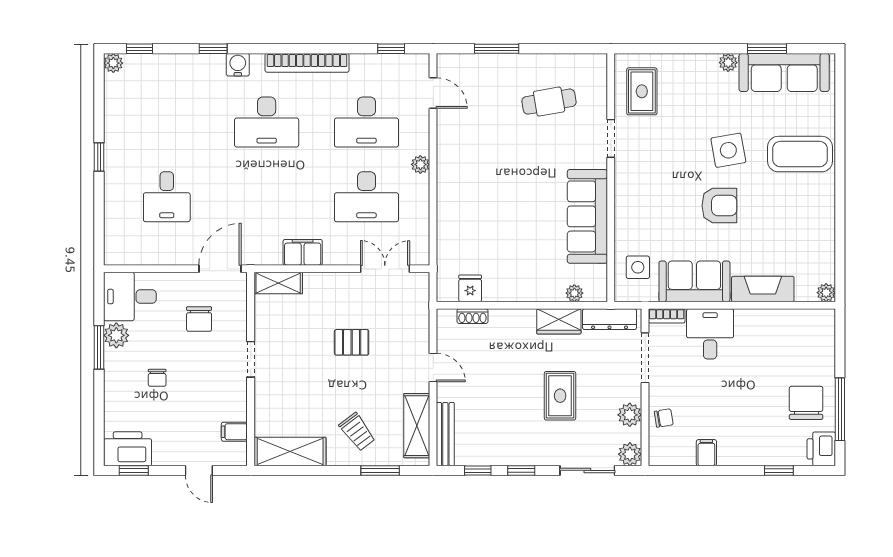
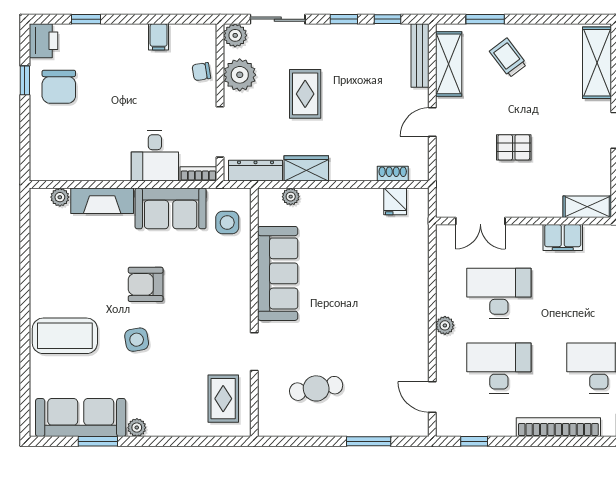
side table: (728, 150) -> (137, 340), width x0.73, depth x0.73
plant: (826, 293) -> (60, 197), moved
door: (433, 368) -> (432, 122), hinge flipped
window: (840, 409) -> (25, 80), width x0.46
plant: (630, 415) -> (240, 75), width x1.36, depth x1.36
shelving: (290, 452) -> (597, 63), moved, turned 90

